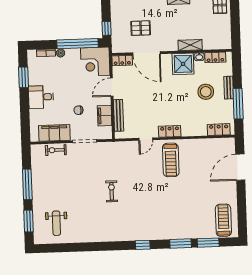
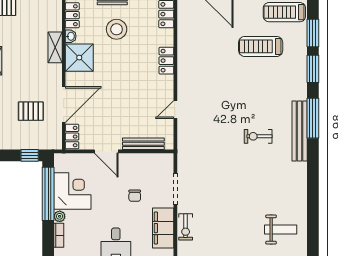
pallet: (141, 28) -> (31, 111), turned 90
corner desk: (95, 62) -> (72, 191), moved, turned -90
filing cabinet: (105, 116) -> (143, 162), removed
locker: (170, 131) -> (166, 61), moved
door: (146, 139) -> (175, 110), swing flipped
treadmill: (171, 160) -> (261, 46), moved, turned 180
exercise bike: (112, 191) -> (258, 136), moved
bench: (132, 235) -> (300, 131), added
window: (143, 245) -> (313, 118), width x2.17

